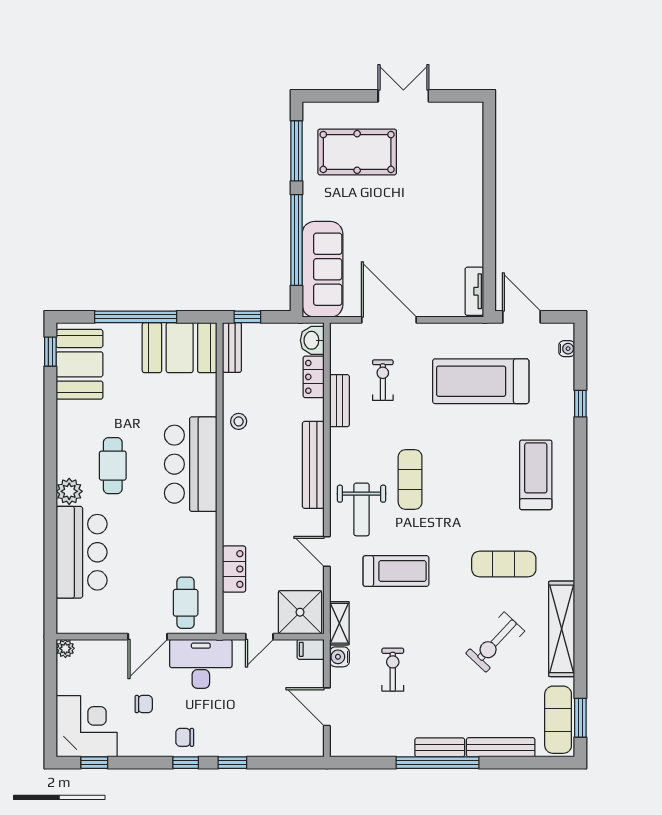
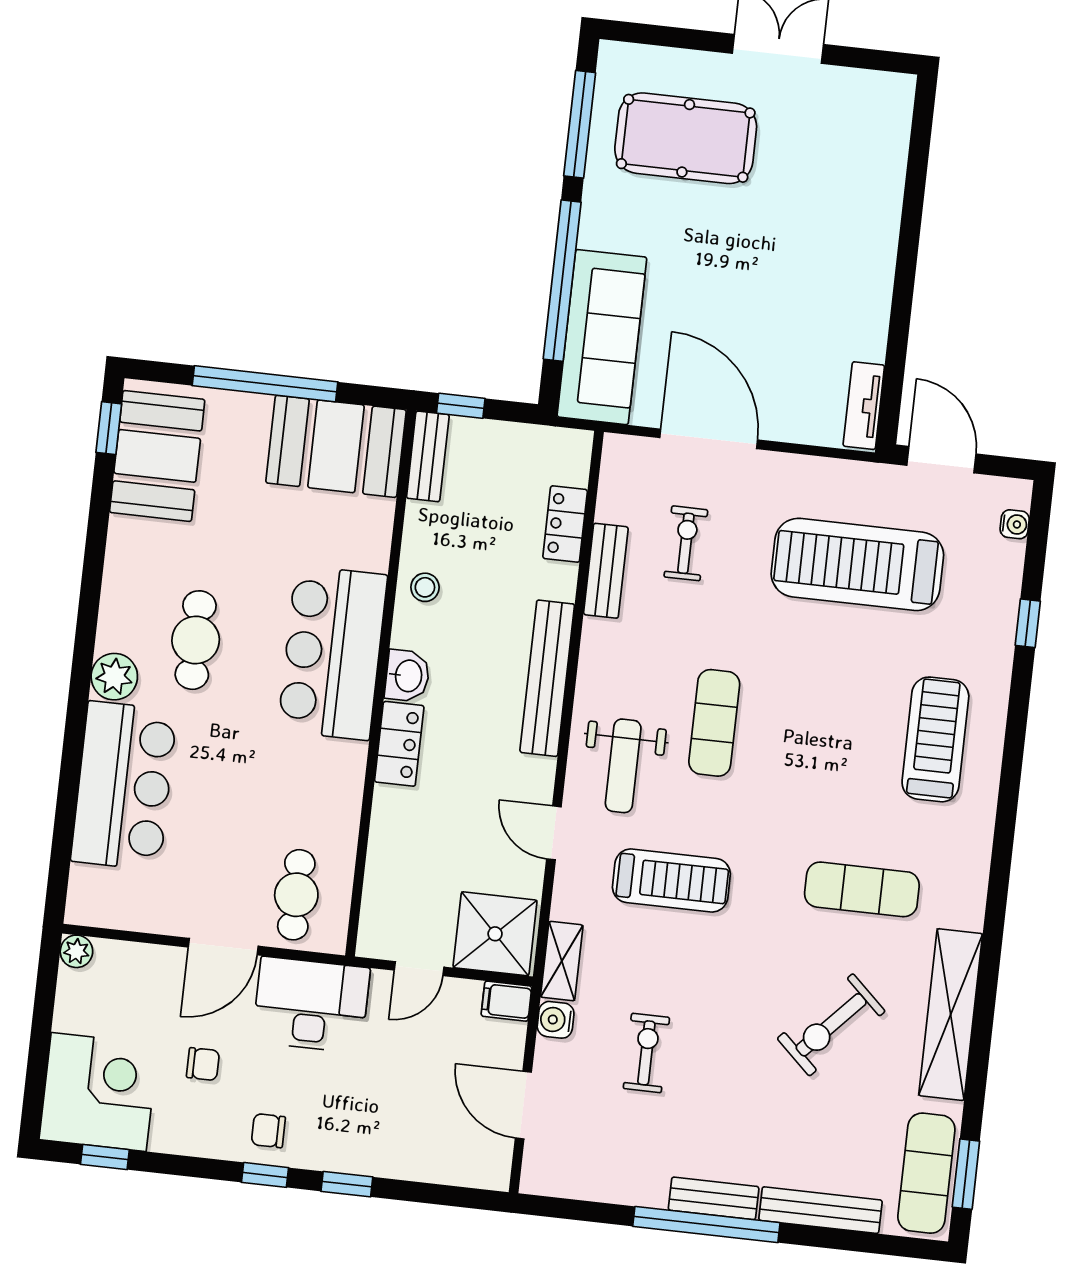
washbasin: (312, 340) -> (407, 676), moved, turned 180
locker: (234, 569) -> (399, 744), moved

